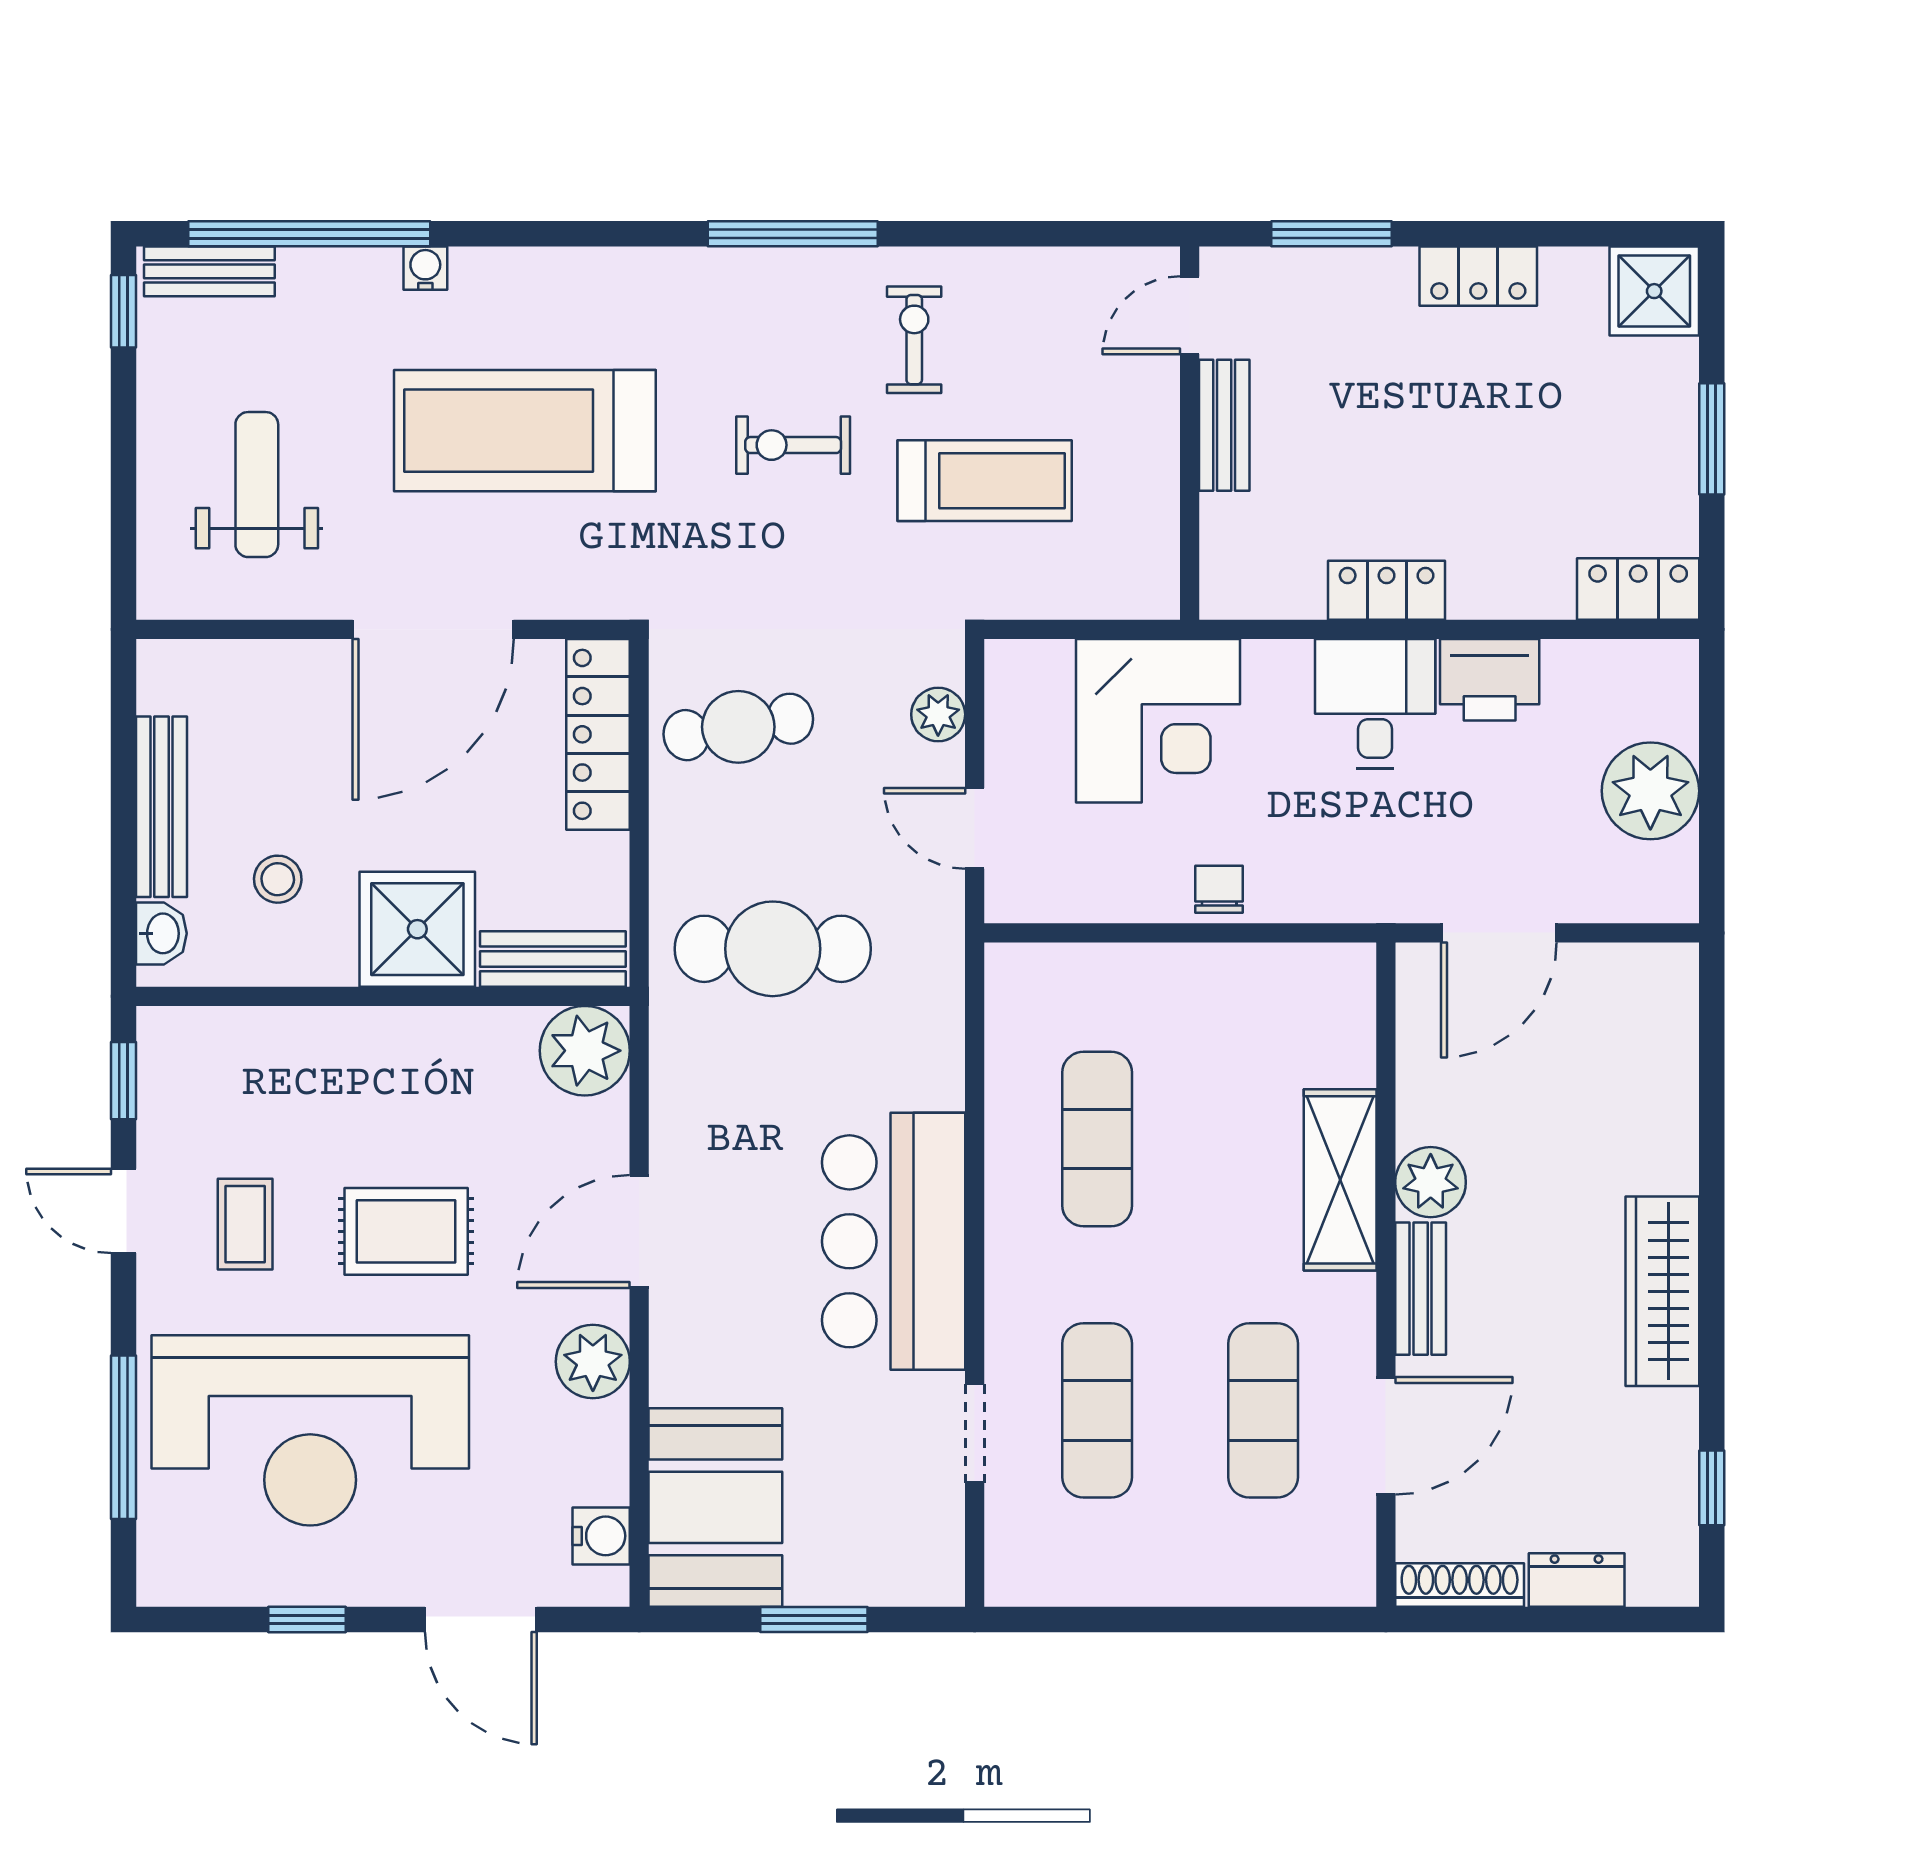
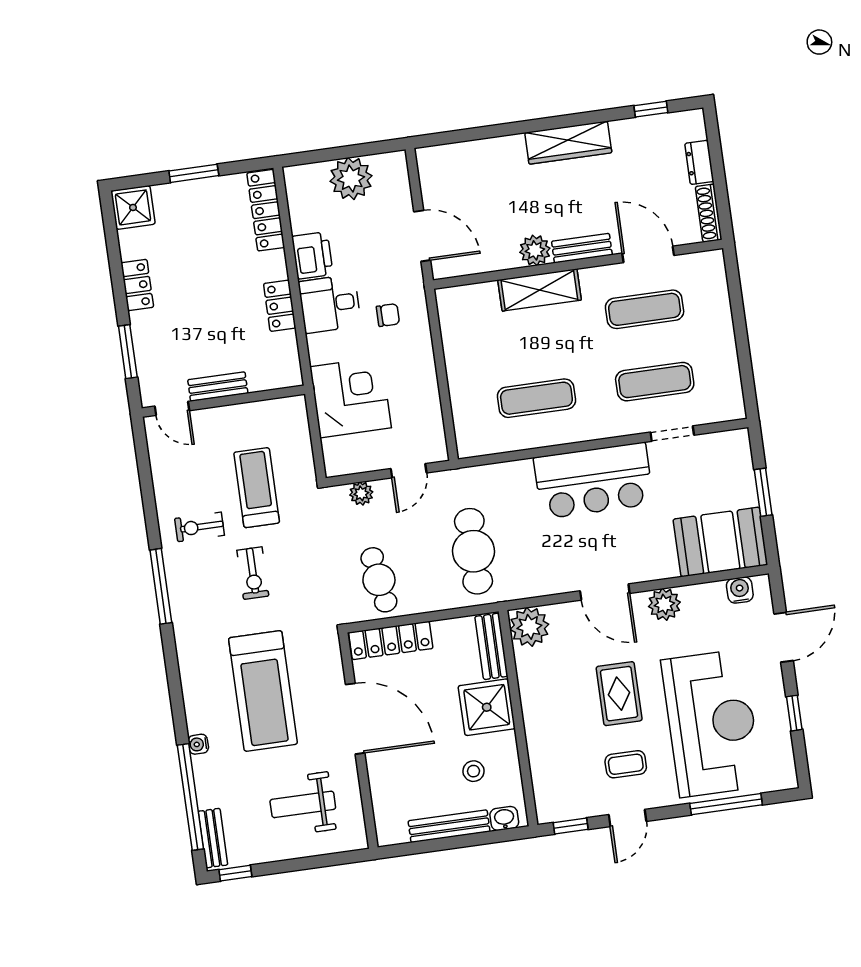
locker: (1638, 589) -> (266, 210), width x1.53
chair: (1219, 889) -> (388, 315), moved, turned 180

